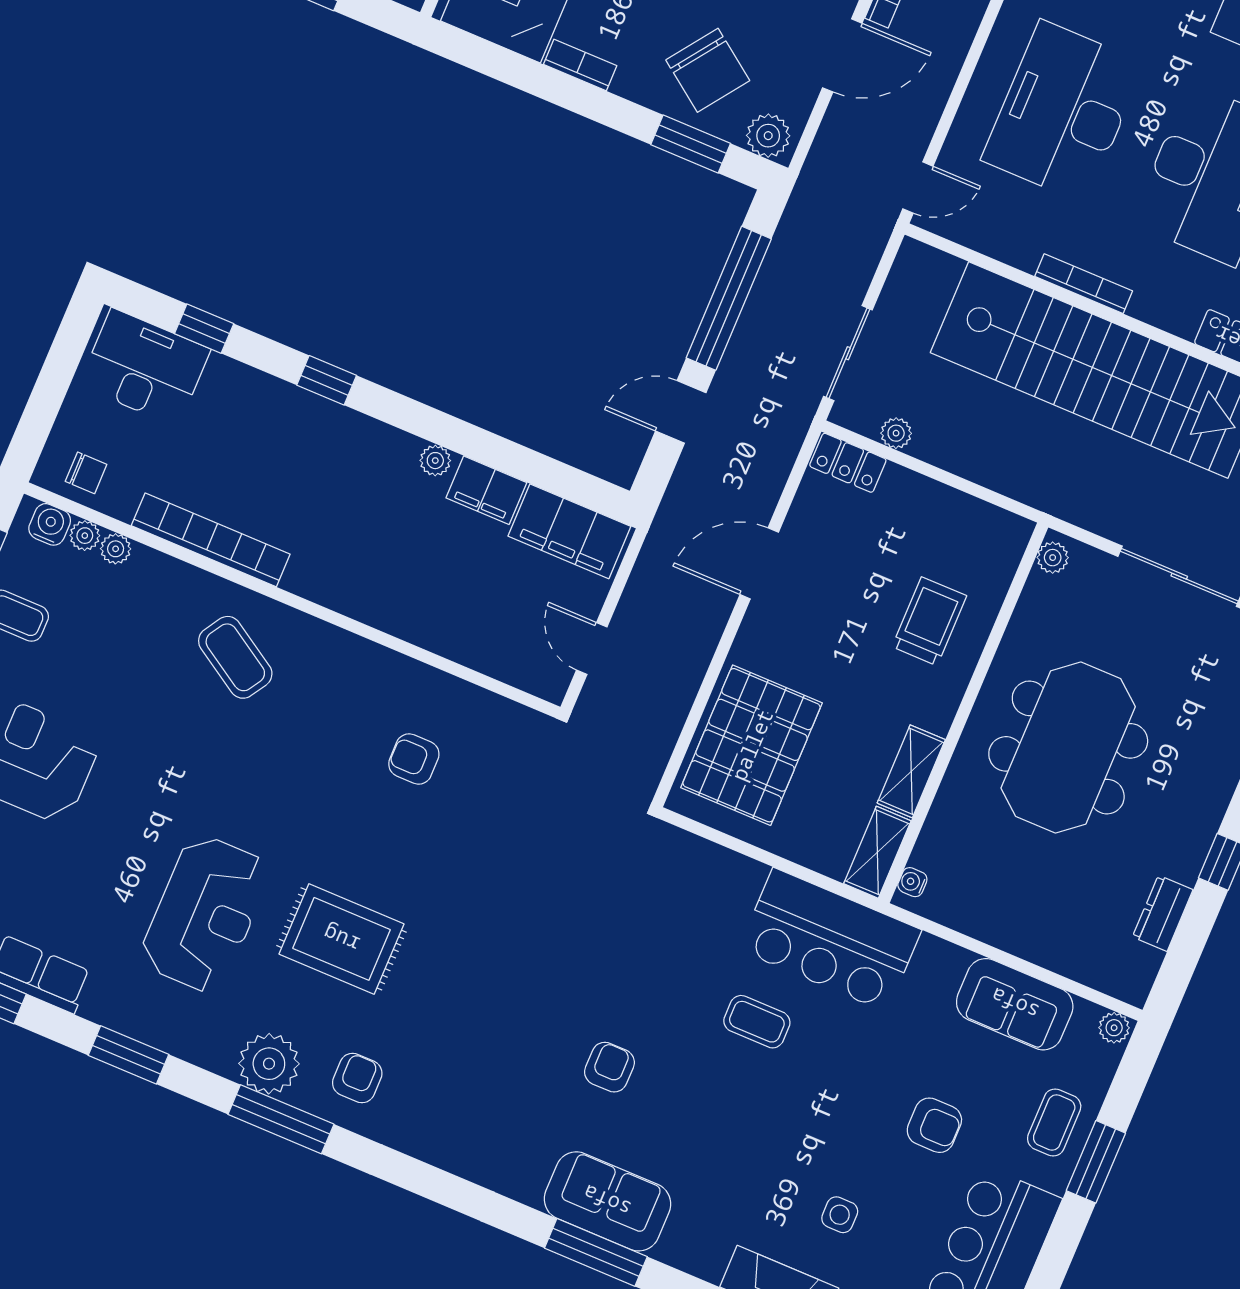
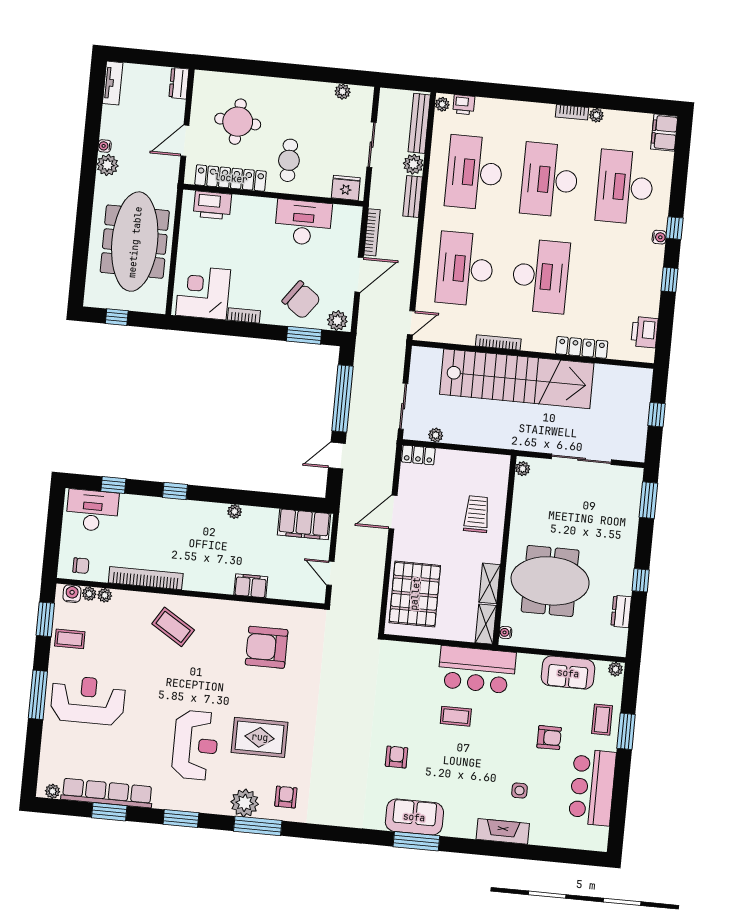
filing cabinet: (486, 490) -> (251, 586), moved, turned 180
meeting table: (1068, 747) -> (550, 581), moved, turned 90
armchair: (414, 759) -> (267, 647), width x1.88, depth x1.88

